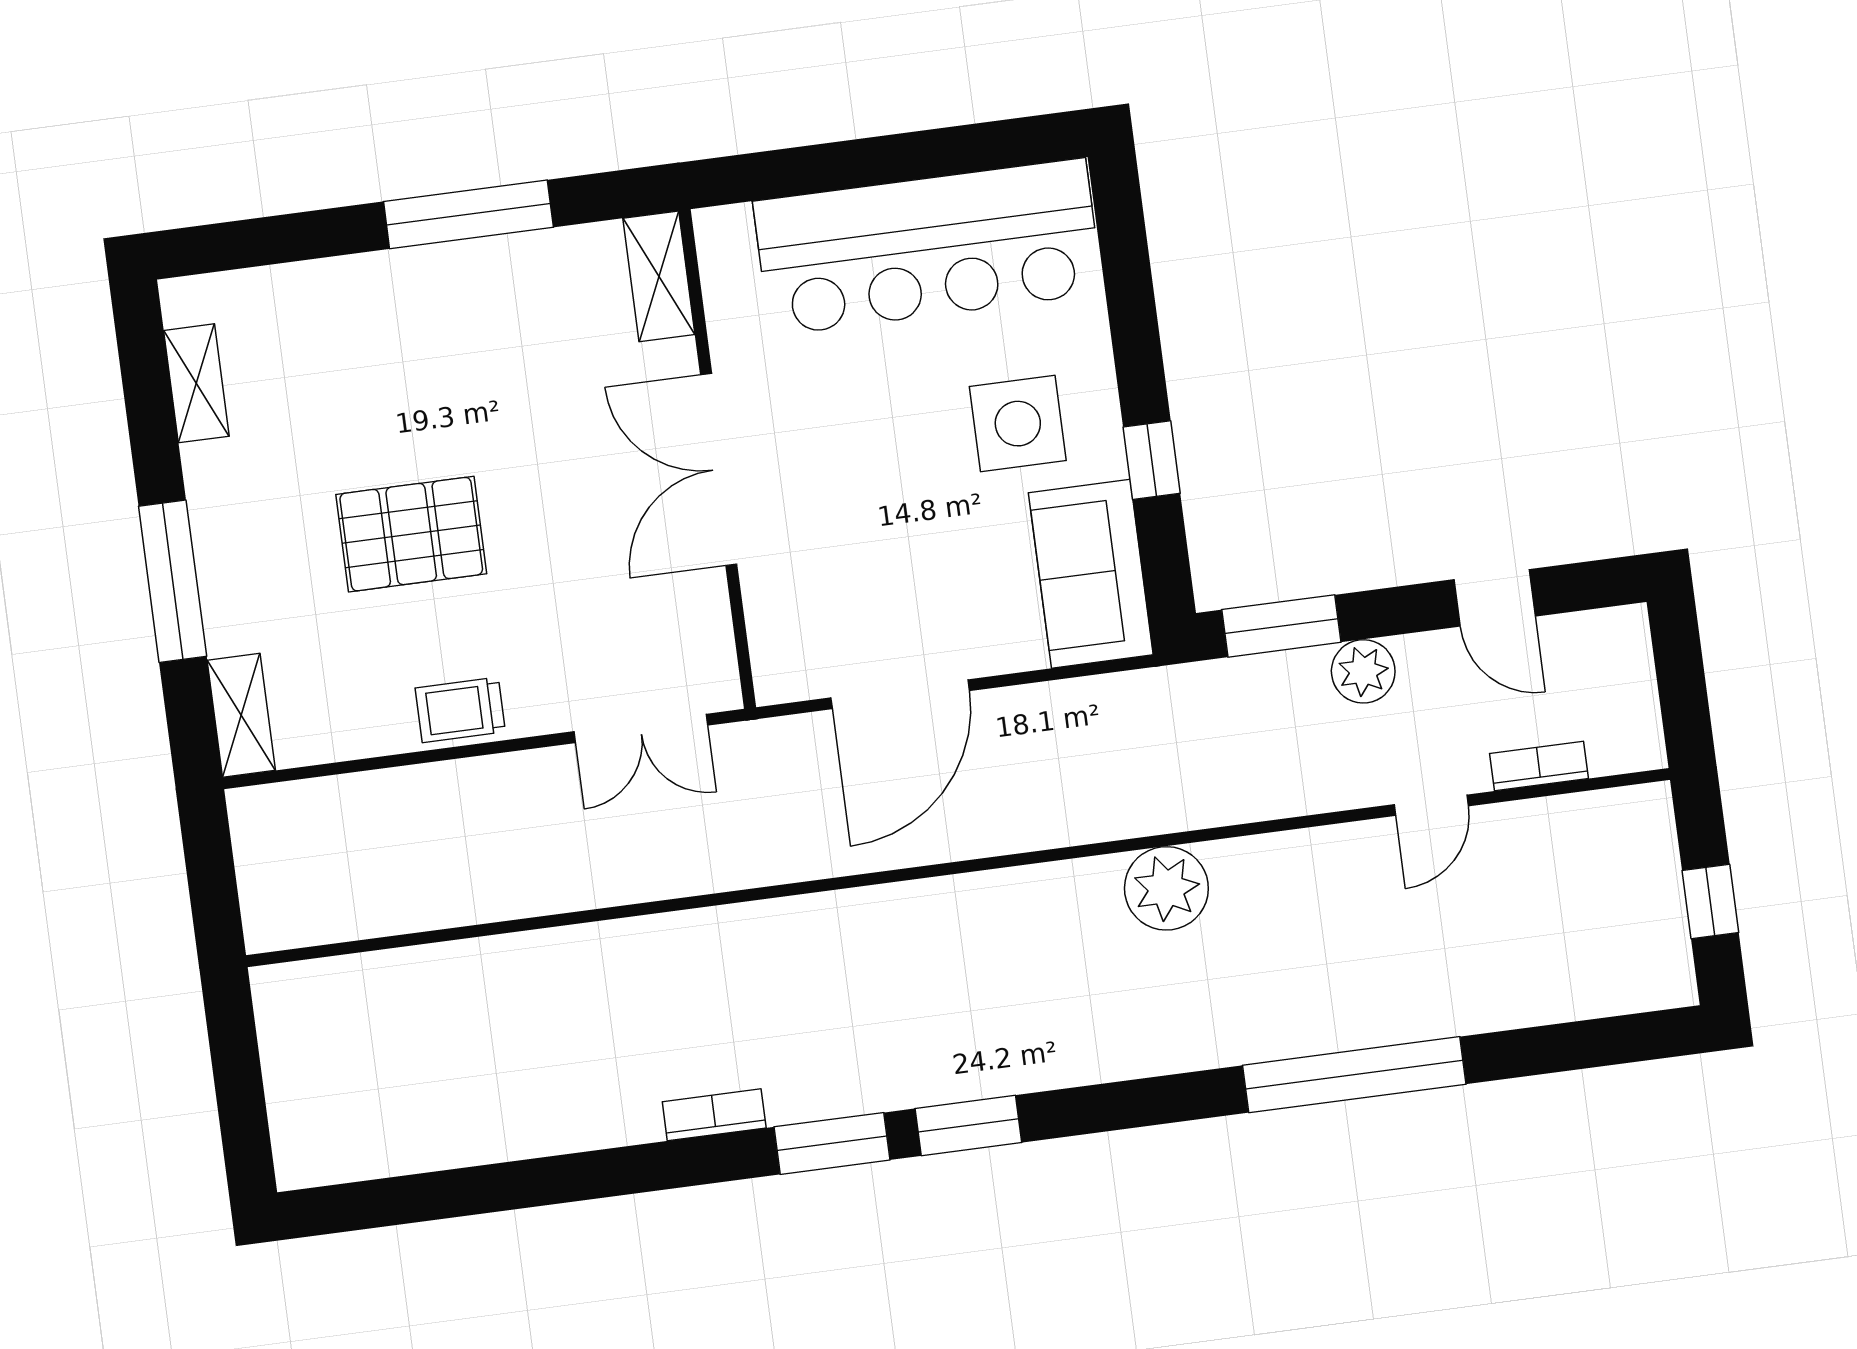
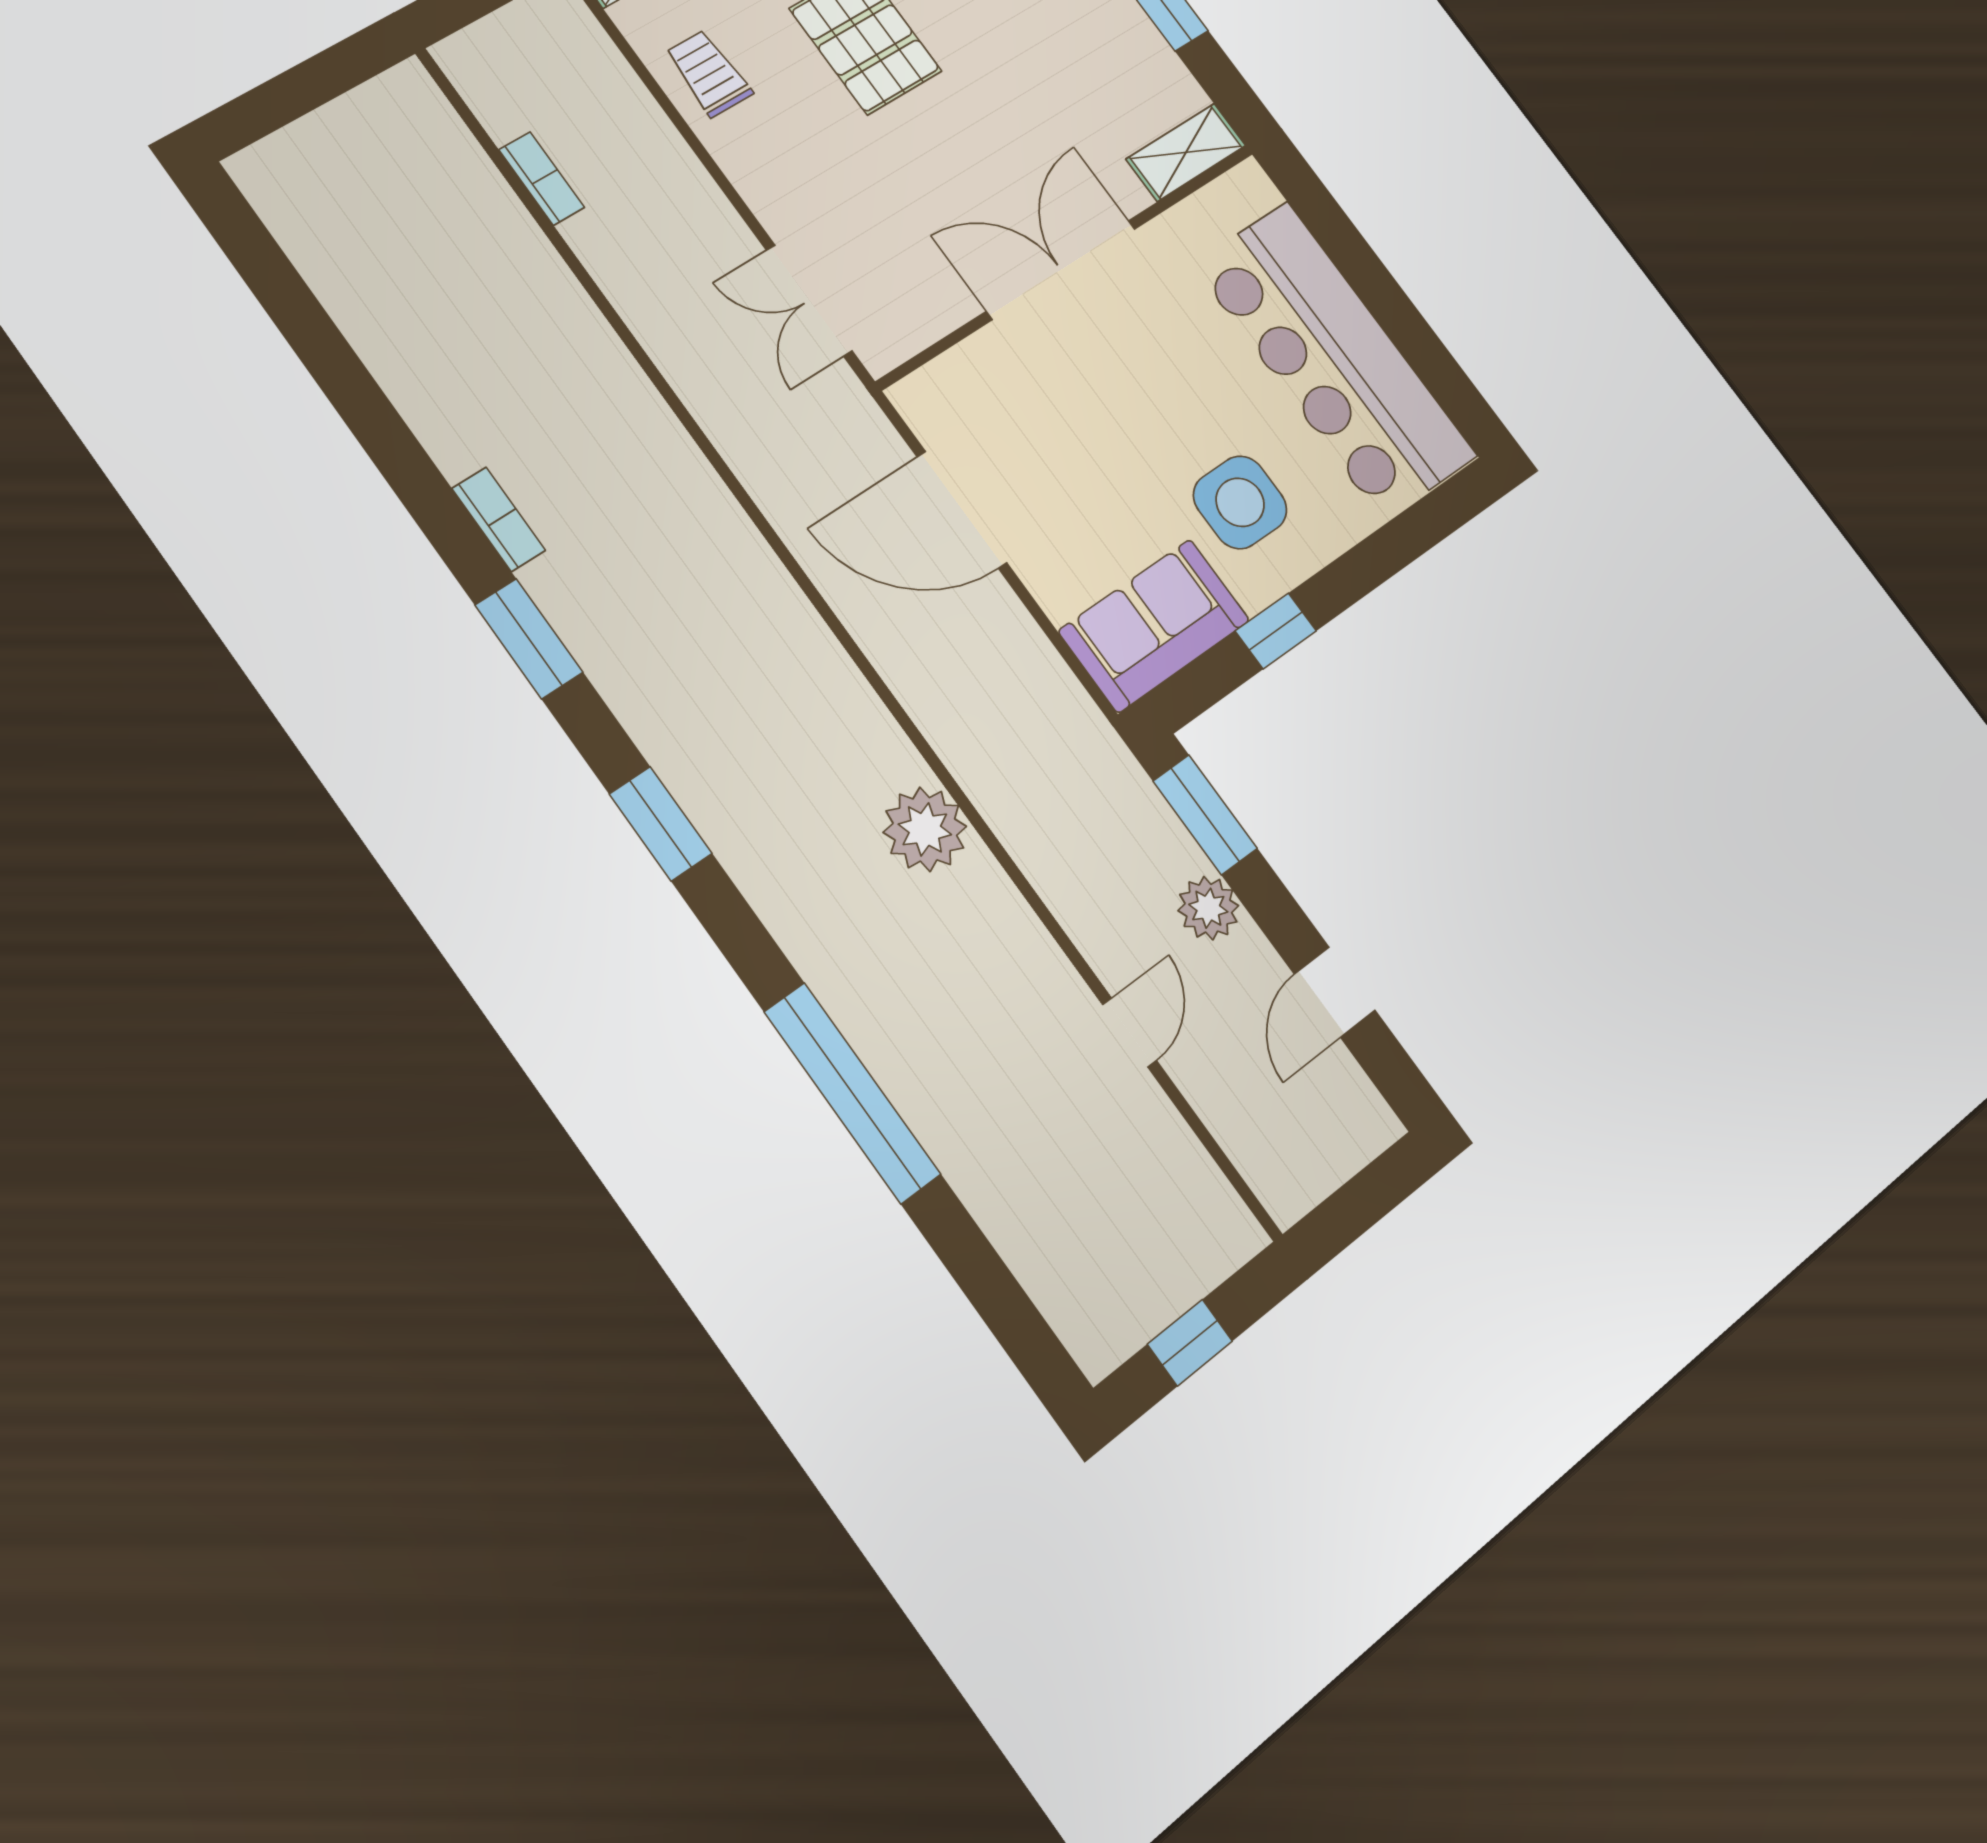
trolley: (460, 710) -> (709, 73), moved
bookcase: (1539, 766) -> (542, 179), moved
door: (1431, 805) -> (1130, 1033), swing flipped
window: (968, 1125) -> (661, 824), moved

